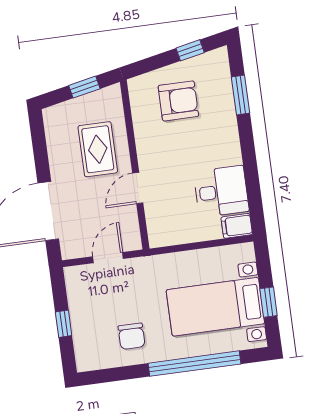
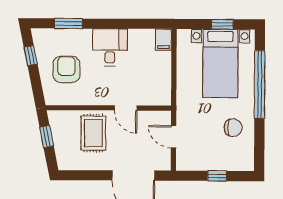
rug: (98, 149) -> (93, 133), turned 90
desk: (221, 191) -> (110, 47), moved

